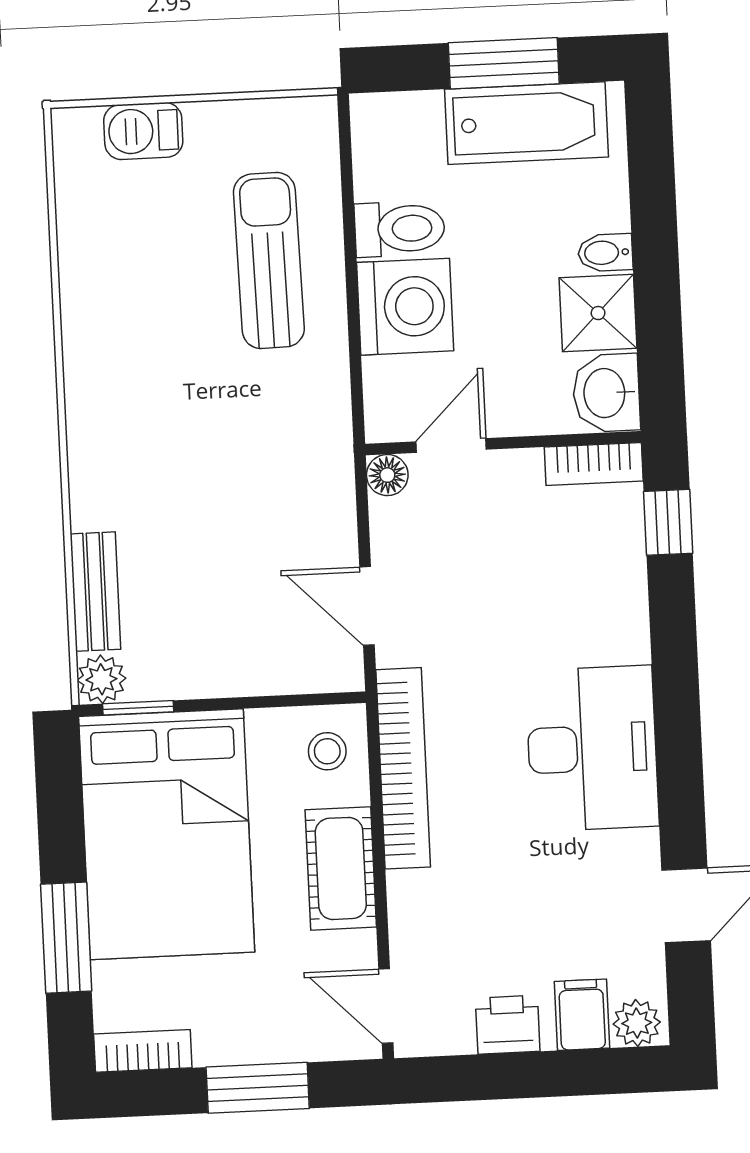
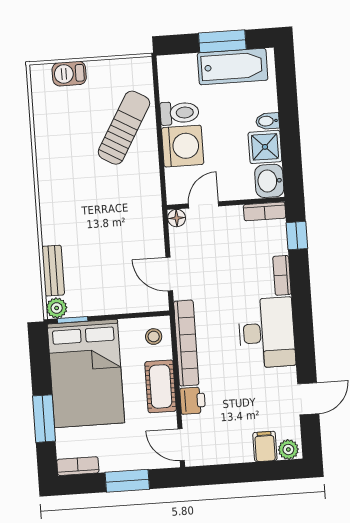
sun lounger: (269, 260) -> (124, 128), turned 31
bookcase: (631, 615) -> (282, 275), added
printer: (508, 1025) -> (193, 401), moved, turned 90

